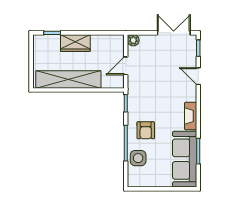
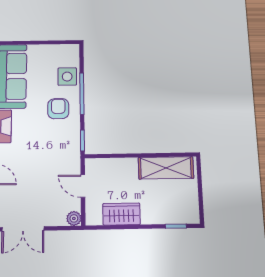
wardrobe: (75, 43) -> (121, 214), moved
door: (126, 66) -> (83, 186), swing flipped
shelving: (68, 79) -> (166, 168), width x0.68

